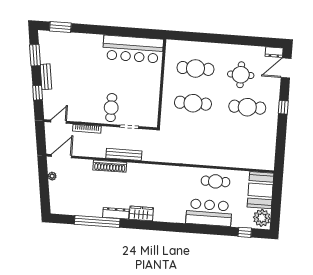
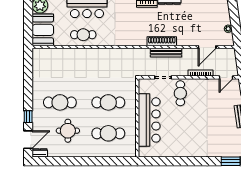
bar counter: (133, 49) -> (149, 120), moved, turned 90
window: (283, 107) -> (28, 117), moved
door: (61, 156) -> (207, 47), moved
shoe rack: (110, 166) -> (162, 41), moved

